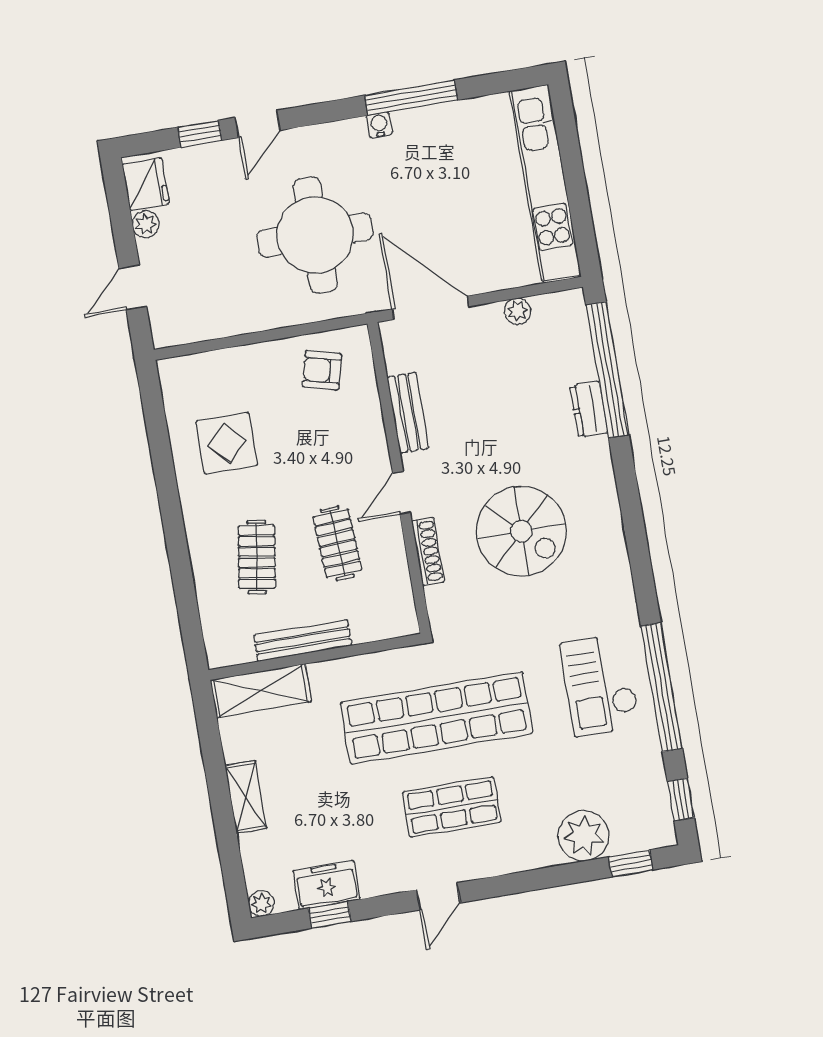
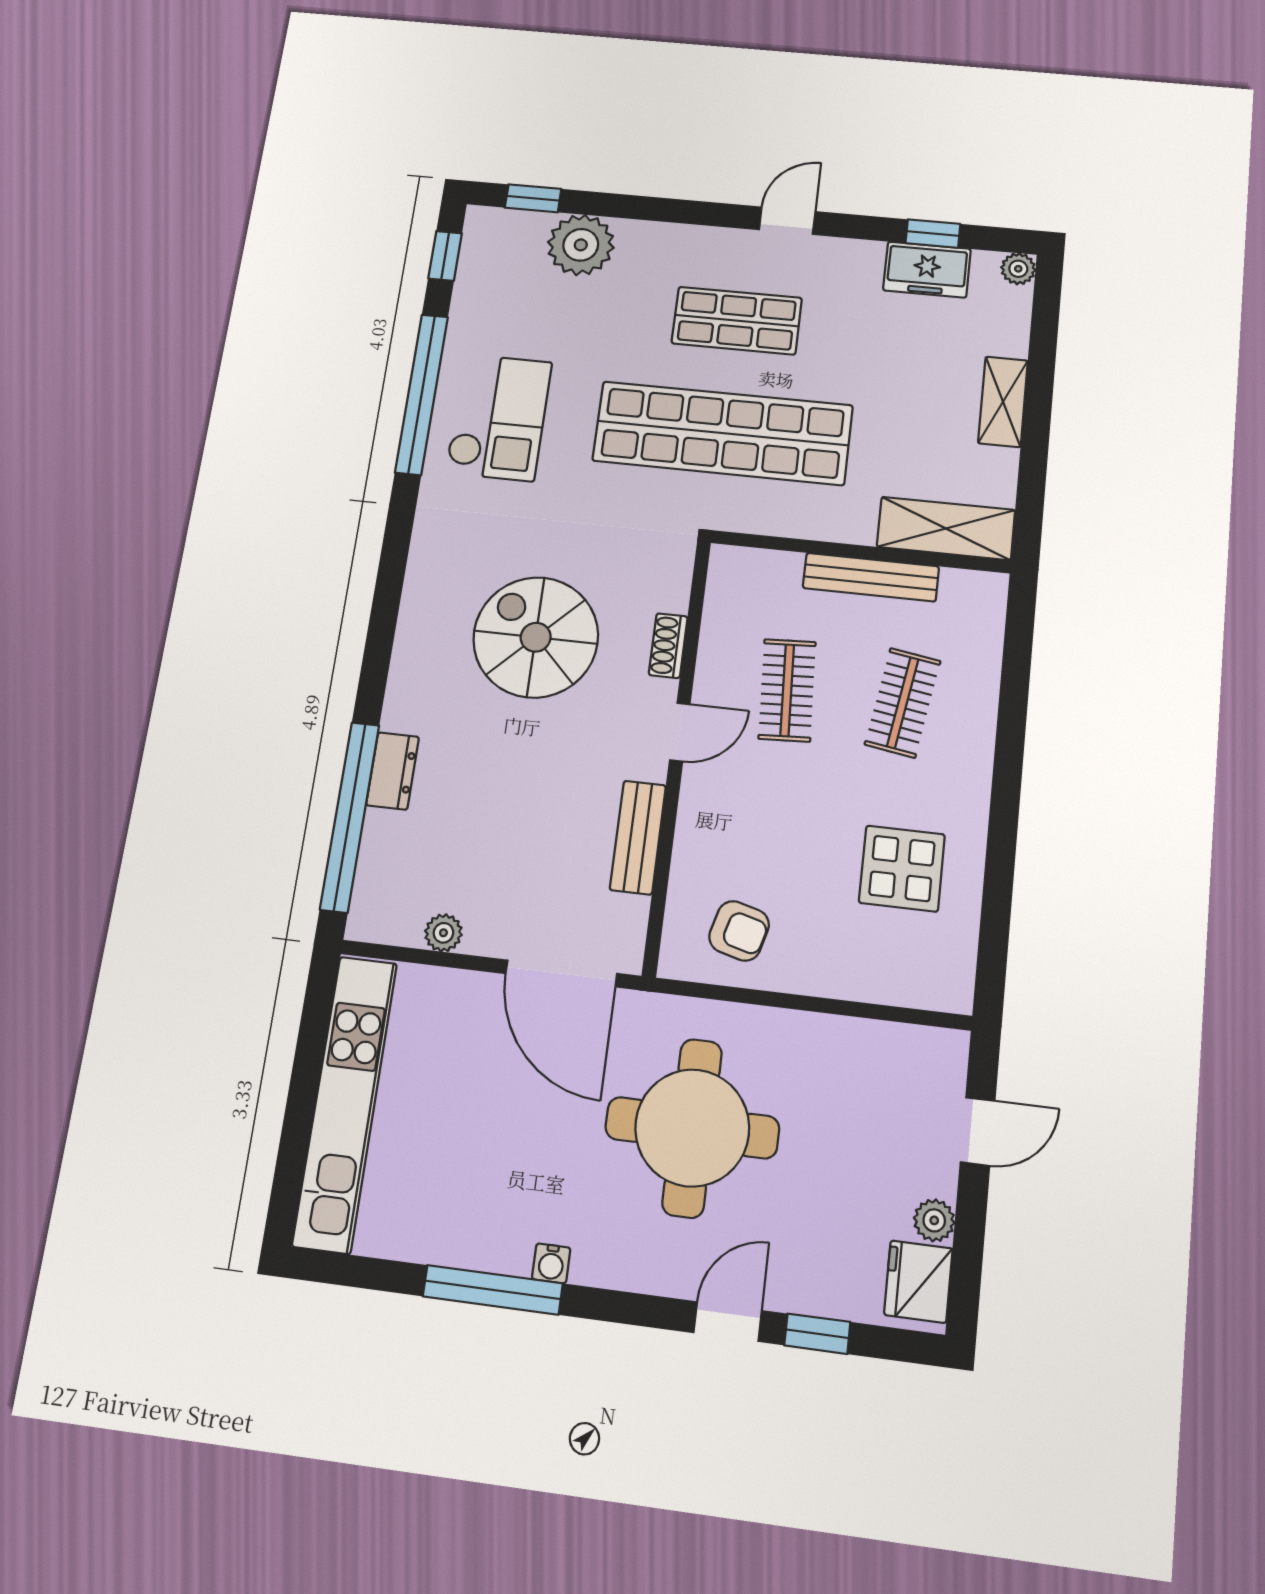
shoe rack: (428, 551) -> (668, 646), width x0.70

